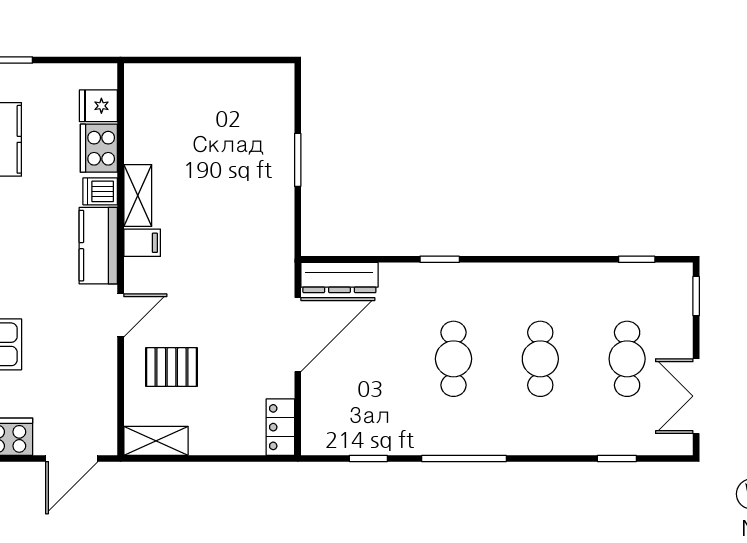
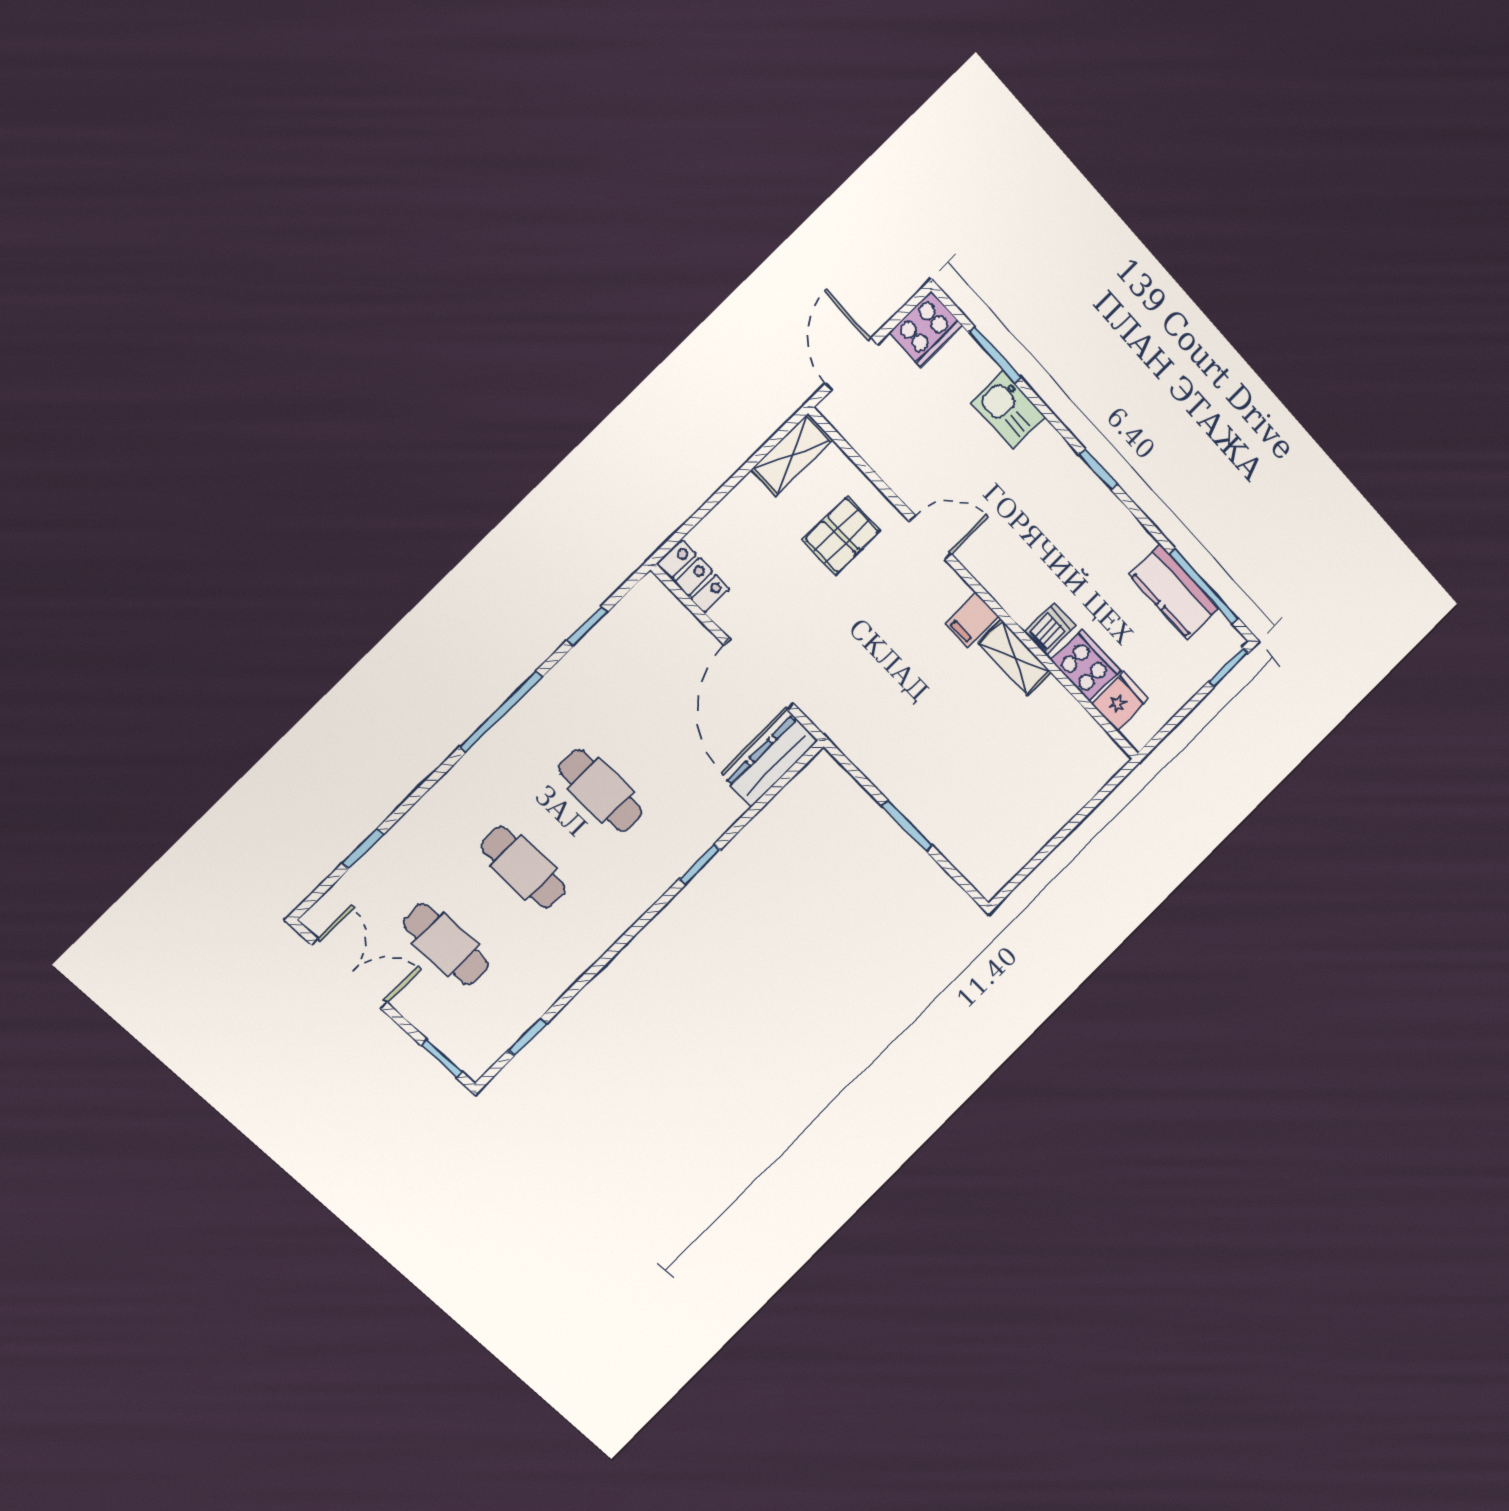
kitchen counter: (98, 246) -> (1007, 580), removed
door: (121, 315) -> (930, 538), swing flipped

